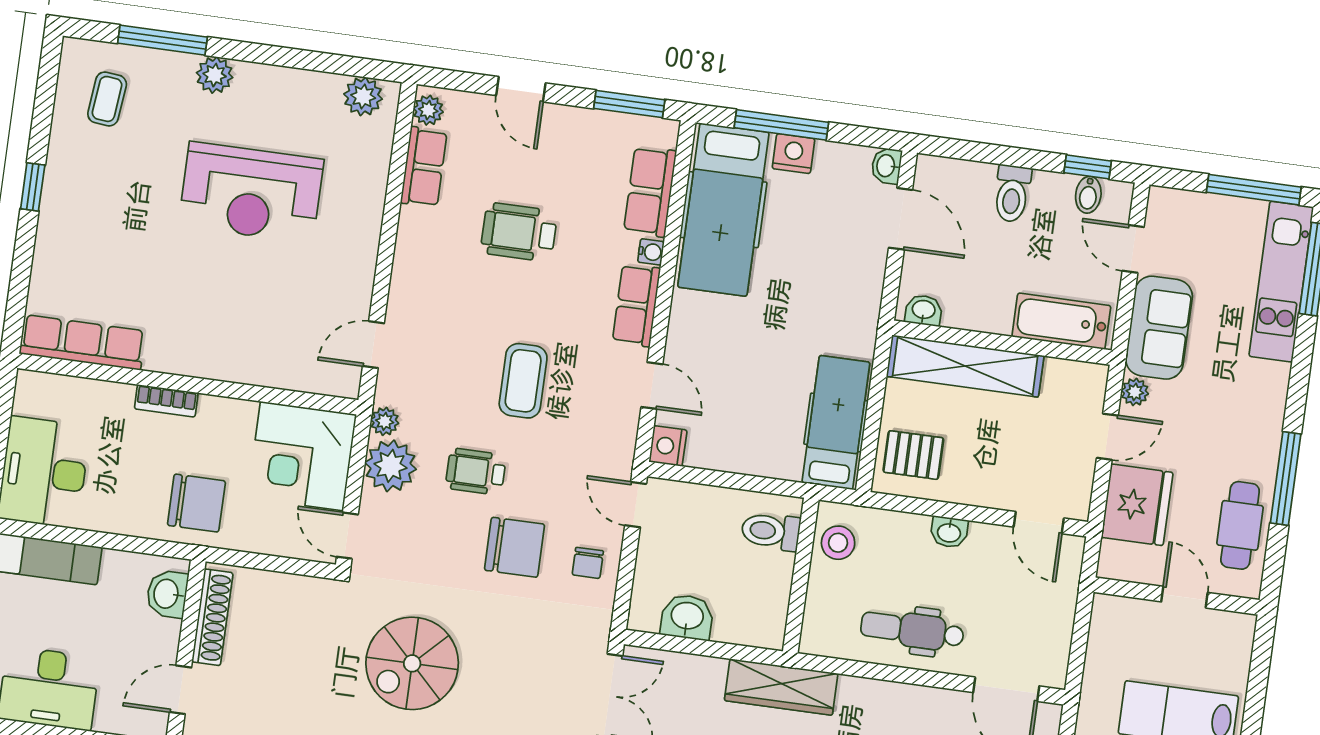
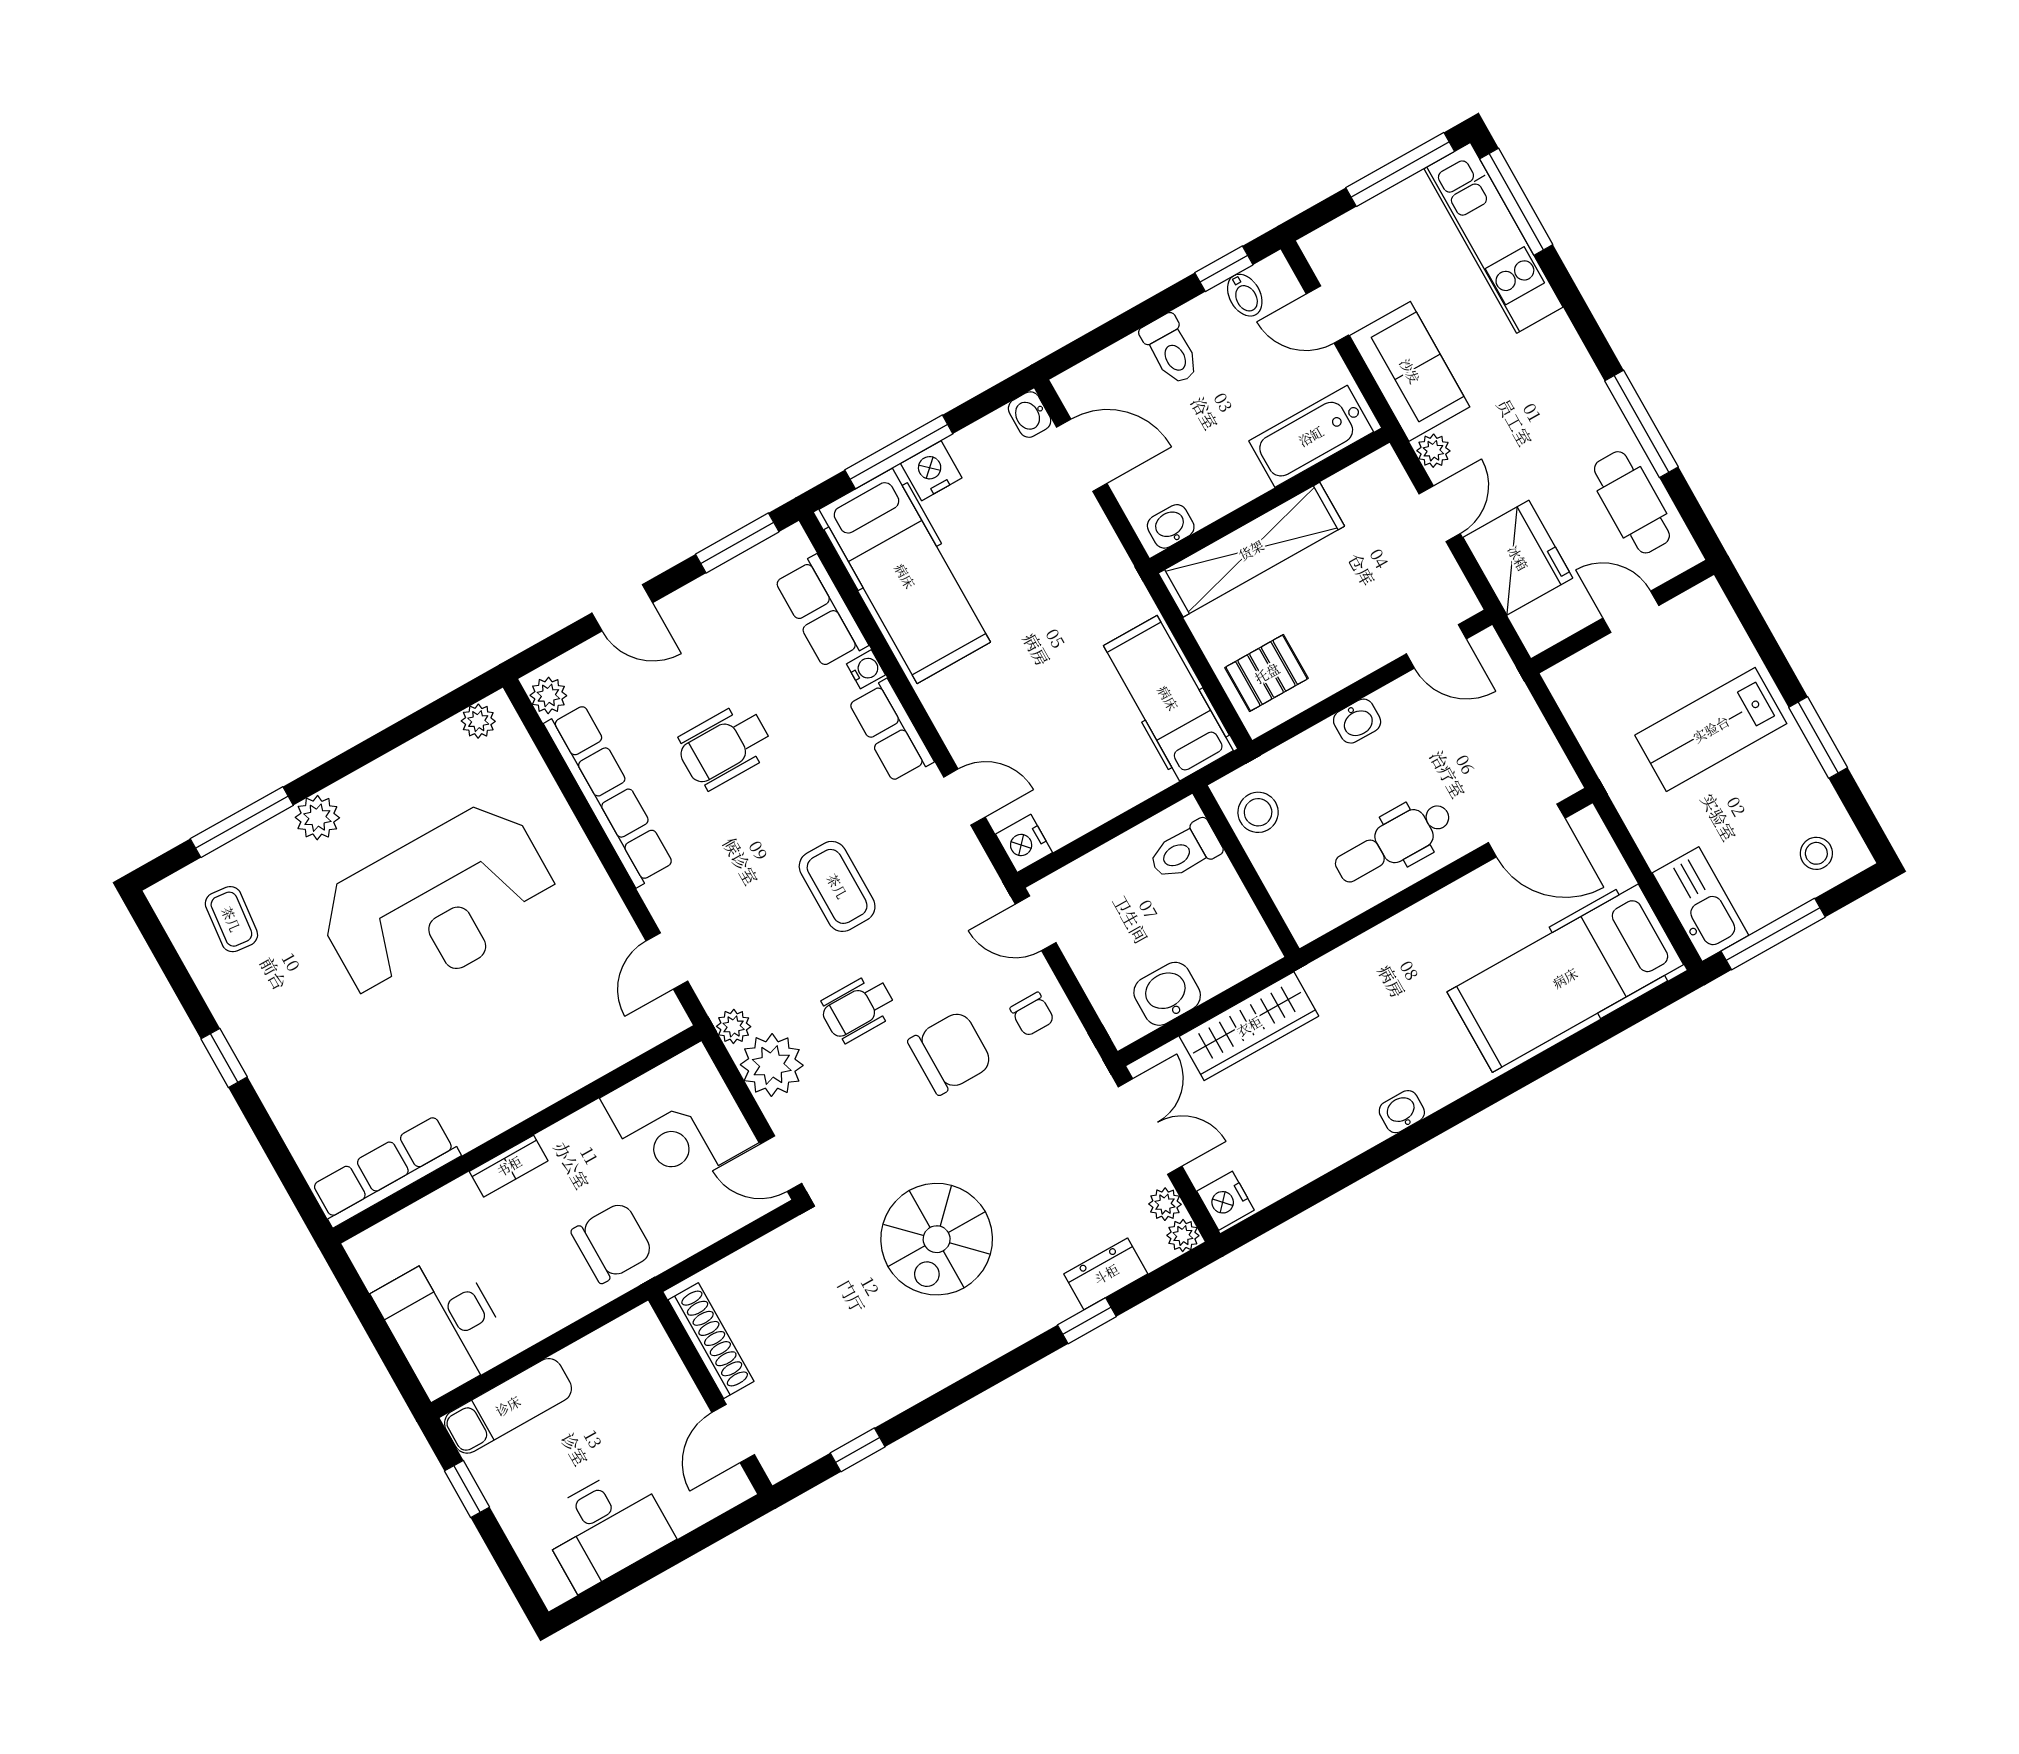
plant: (363, 96) -> (478, 721), width x0.73, depth x0.73
row of seats: (424, 167) -> (609, 795), width x2.02
reception desk: (251, 192) -> (438, 904), width x1.36, depth x1.30
washbasin: (167, 594) -> (650, 1351), removed
wardrobe: (781, 687) -> (1249, 1026), moved

